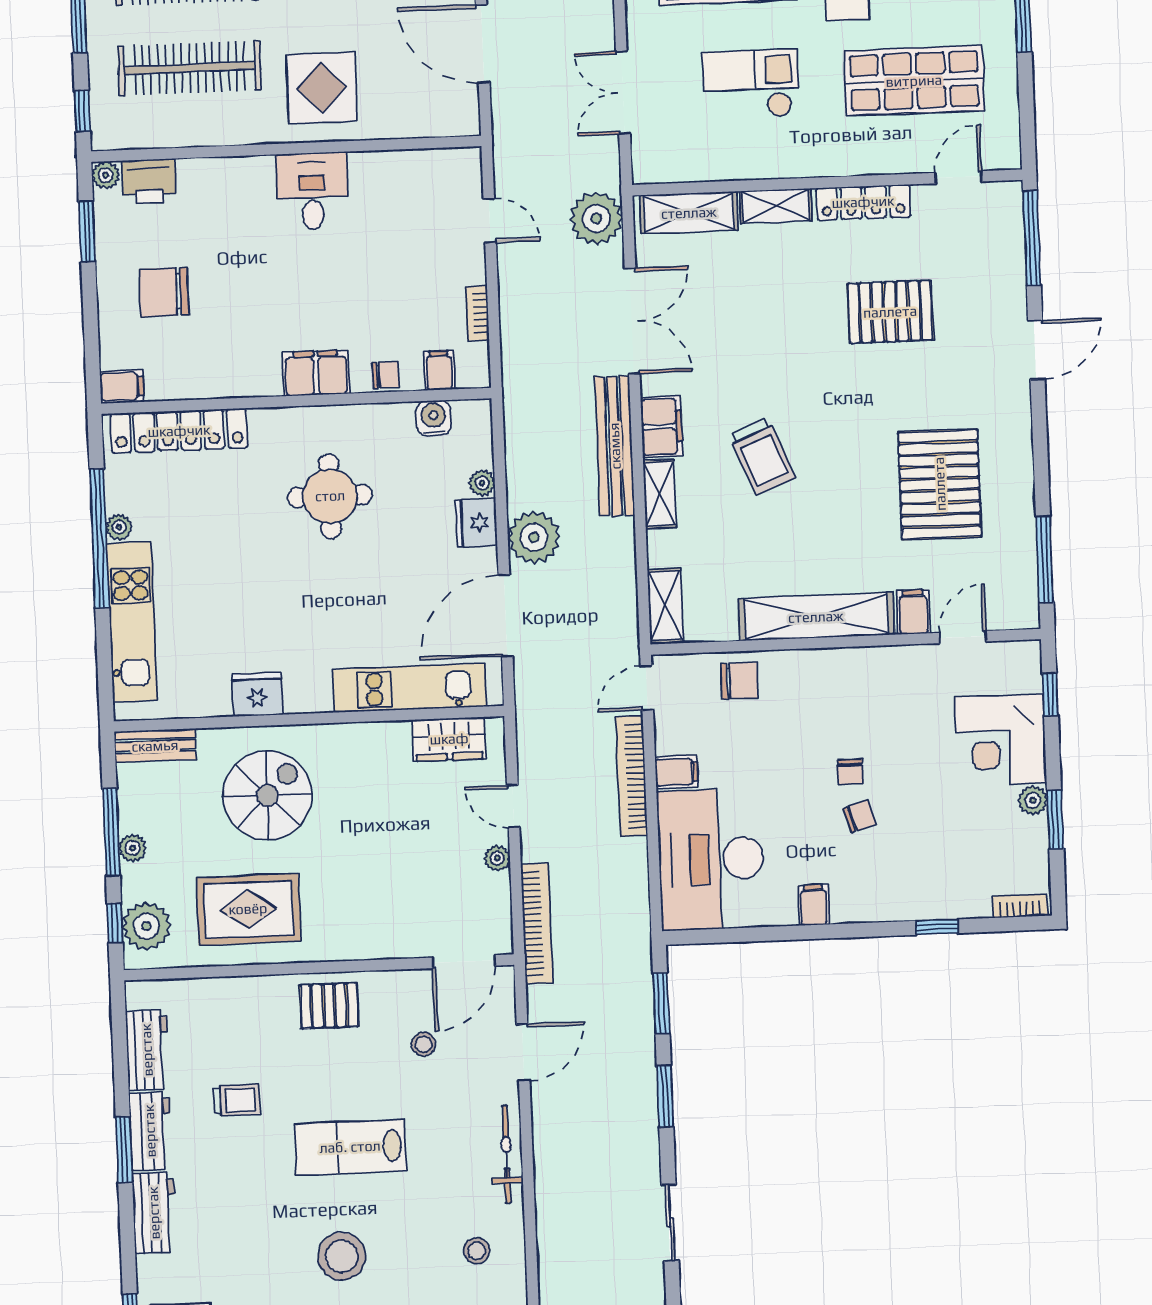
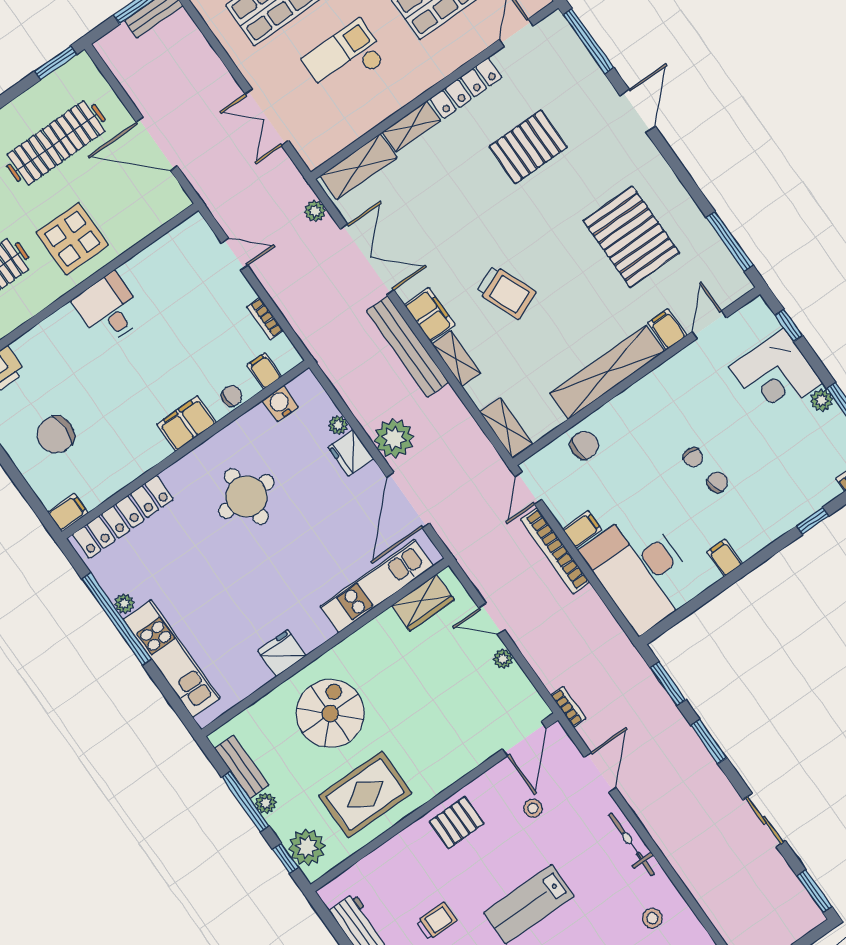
plant: (596, 219) -> (315, 211), width x0.53, depth x0.53
bench: (155, 746) -> (242, 767), moved, turned 90
bookcase: (537, 924) -> (568, 707), width x0.43, depth x0.76

